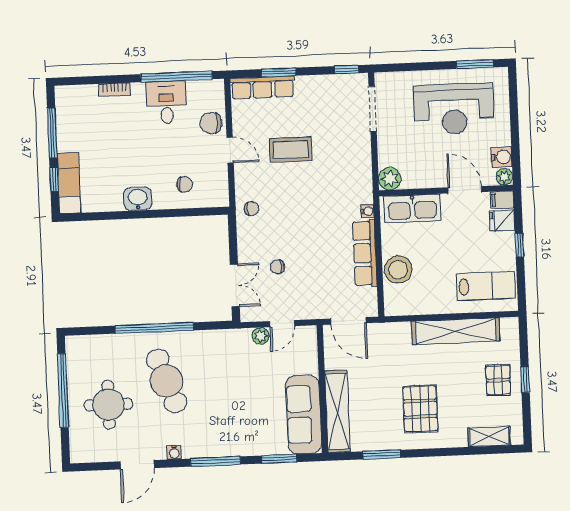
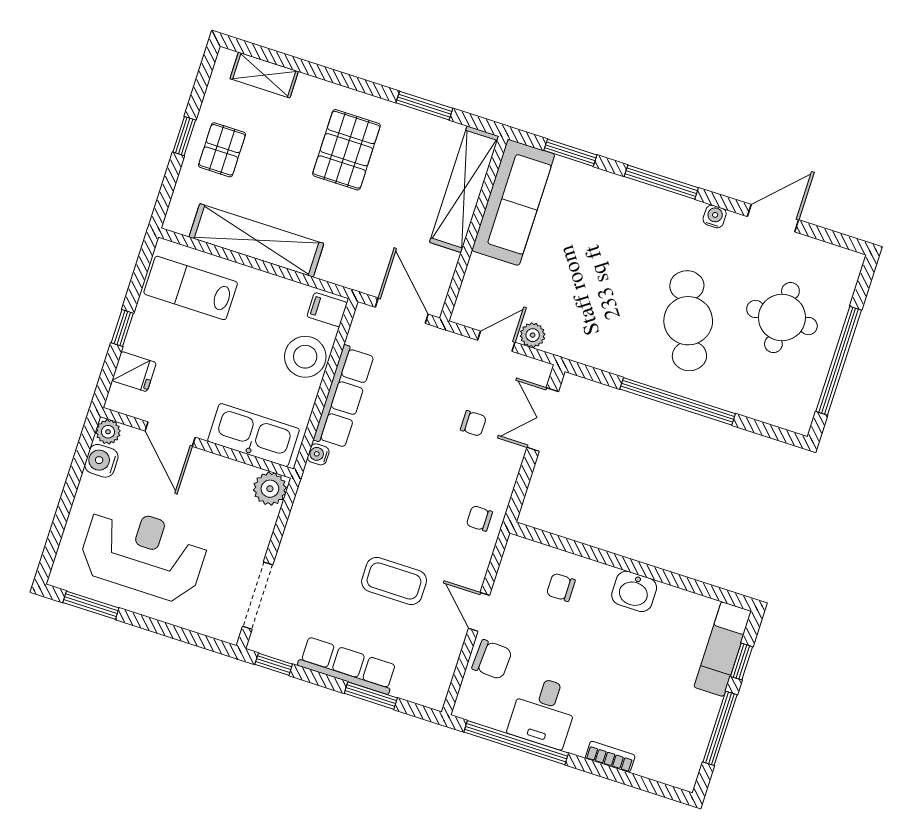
row of seats: (263, 87) -> (347, 665), moved
filing cabinet: (502, 200) -> (327, 310), moved, turned 180

